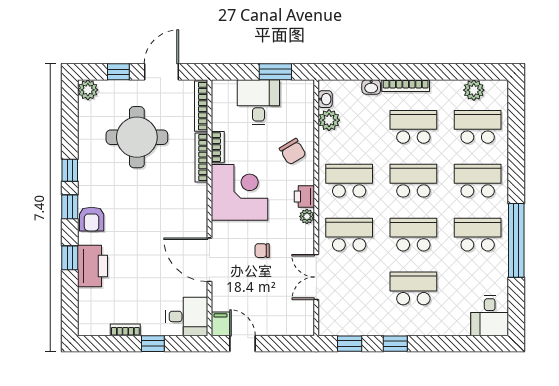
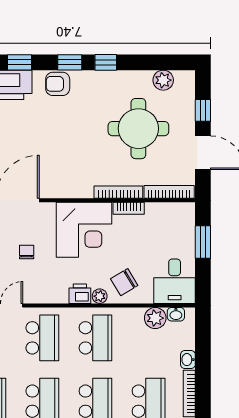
window: (275, 72) -> (203, 242), moved
plant: (88, 90) -> (163, 80), moved
desk: (258, 102) -> (175, 281), moved, turned 90
plant: (307, 216) -> (100, 296), moved

